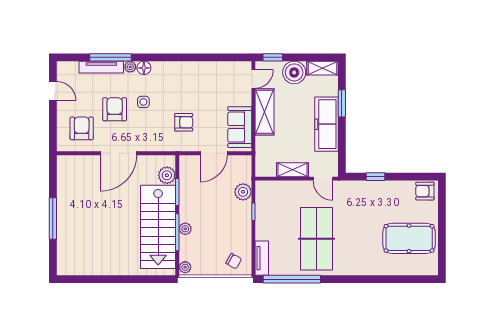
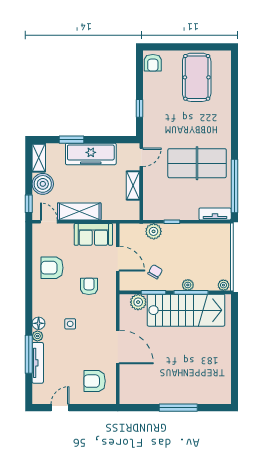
armchair: (115, 109) -> (52, 268), moved
chair: (234, 261) -> (155, 272), moved

